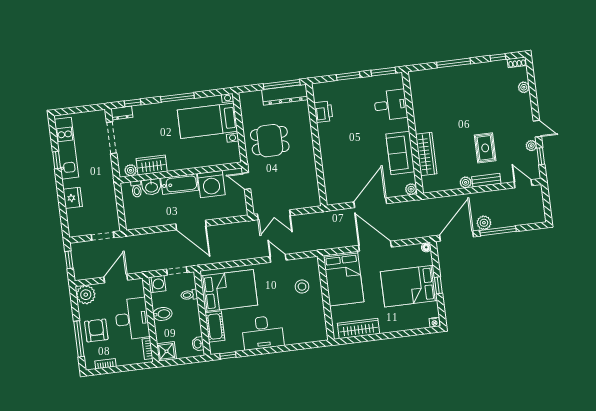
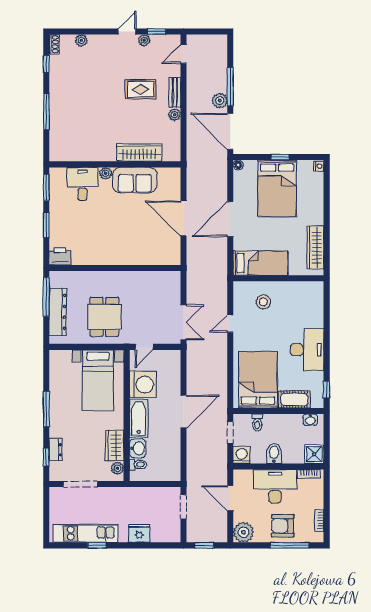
dresser: (285, 95) -> (58, 312), moved
printer: (323, 112) -> (60, 256), moved
dresser: (122, 113) -> (55, 450), moved
bed with nightstands: (207, 121) -> (98, 380), moved
plant: (411, 189) -> (105, 173), moved
bed: (343, 279) -> (261, 263), width x0.67

